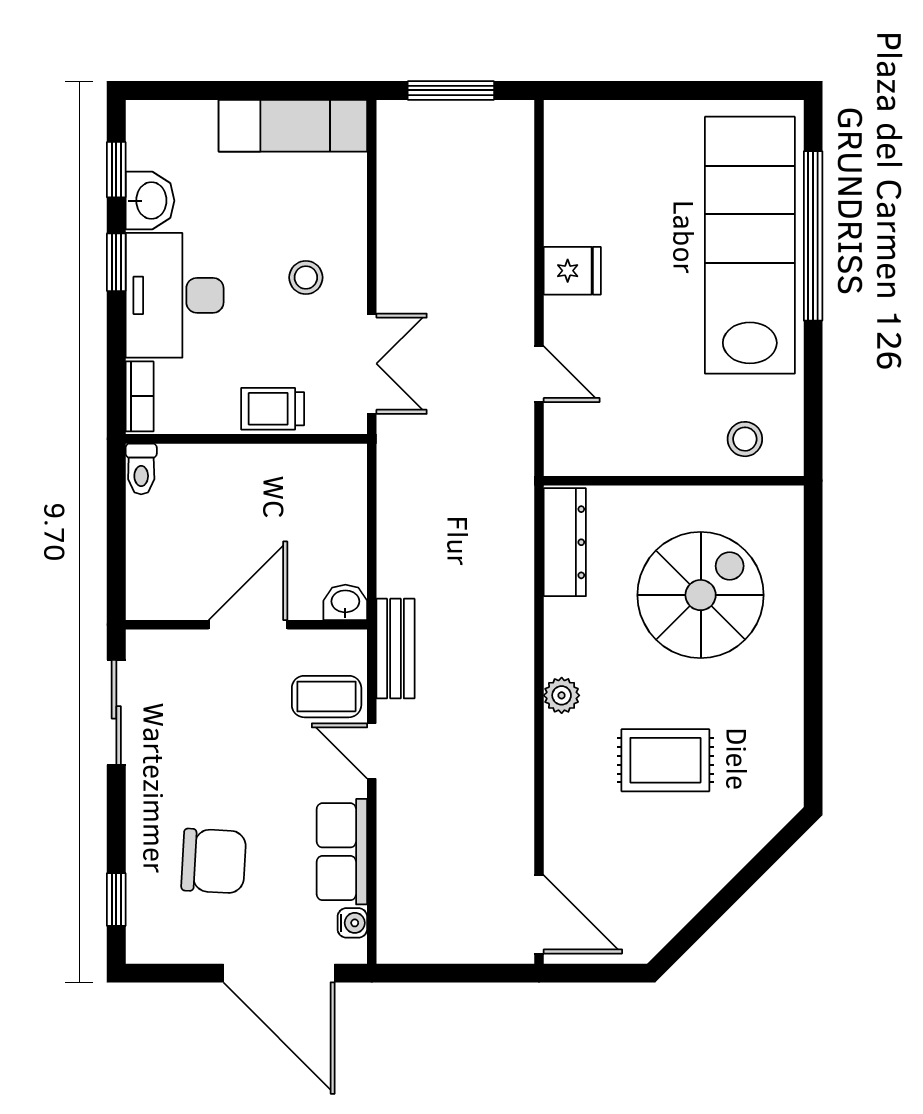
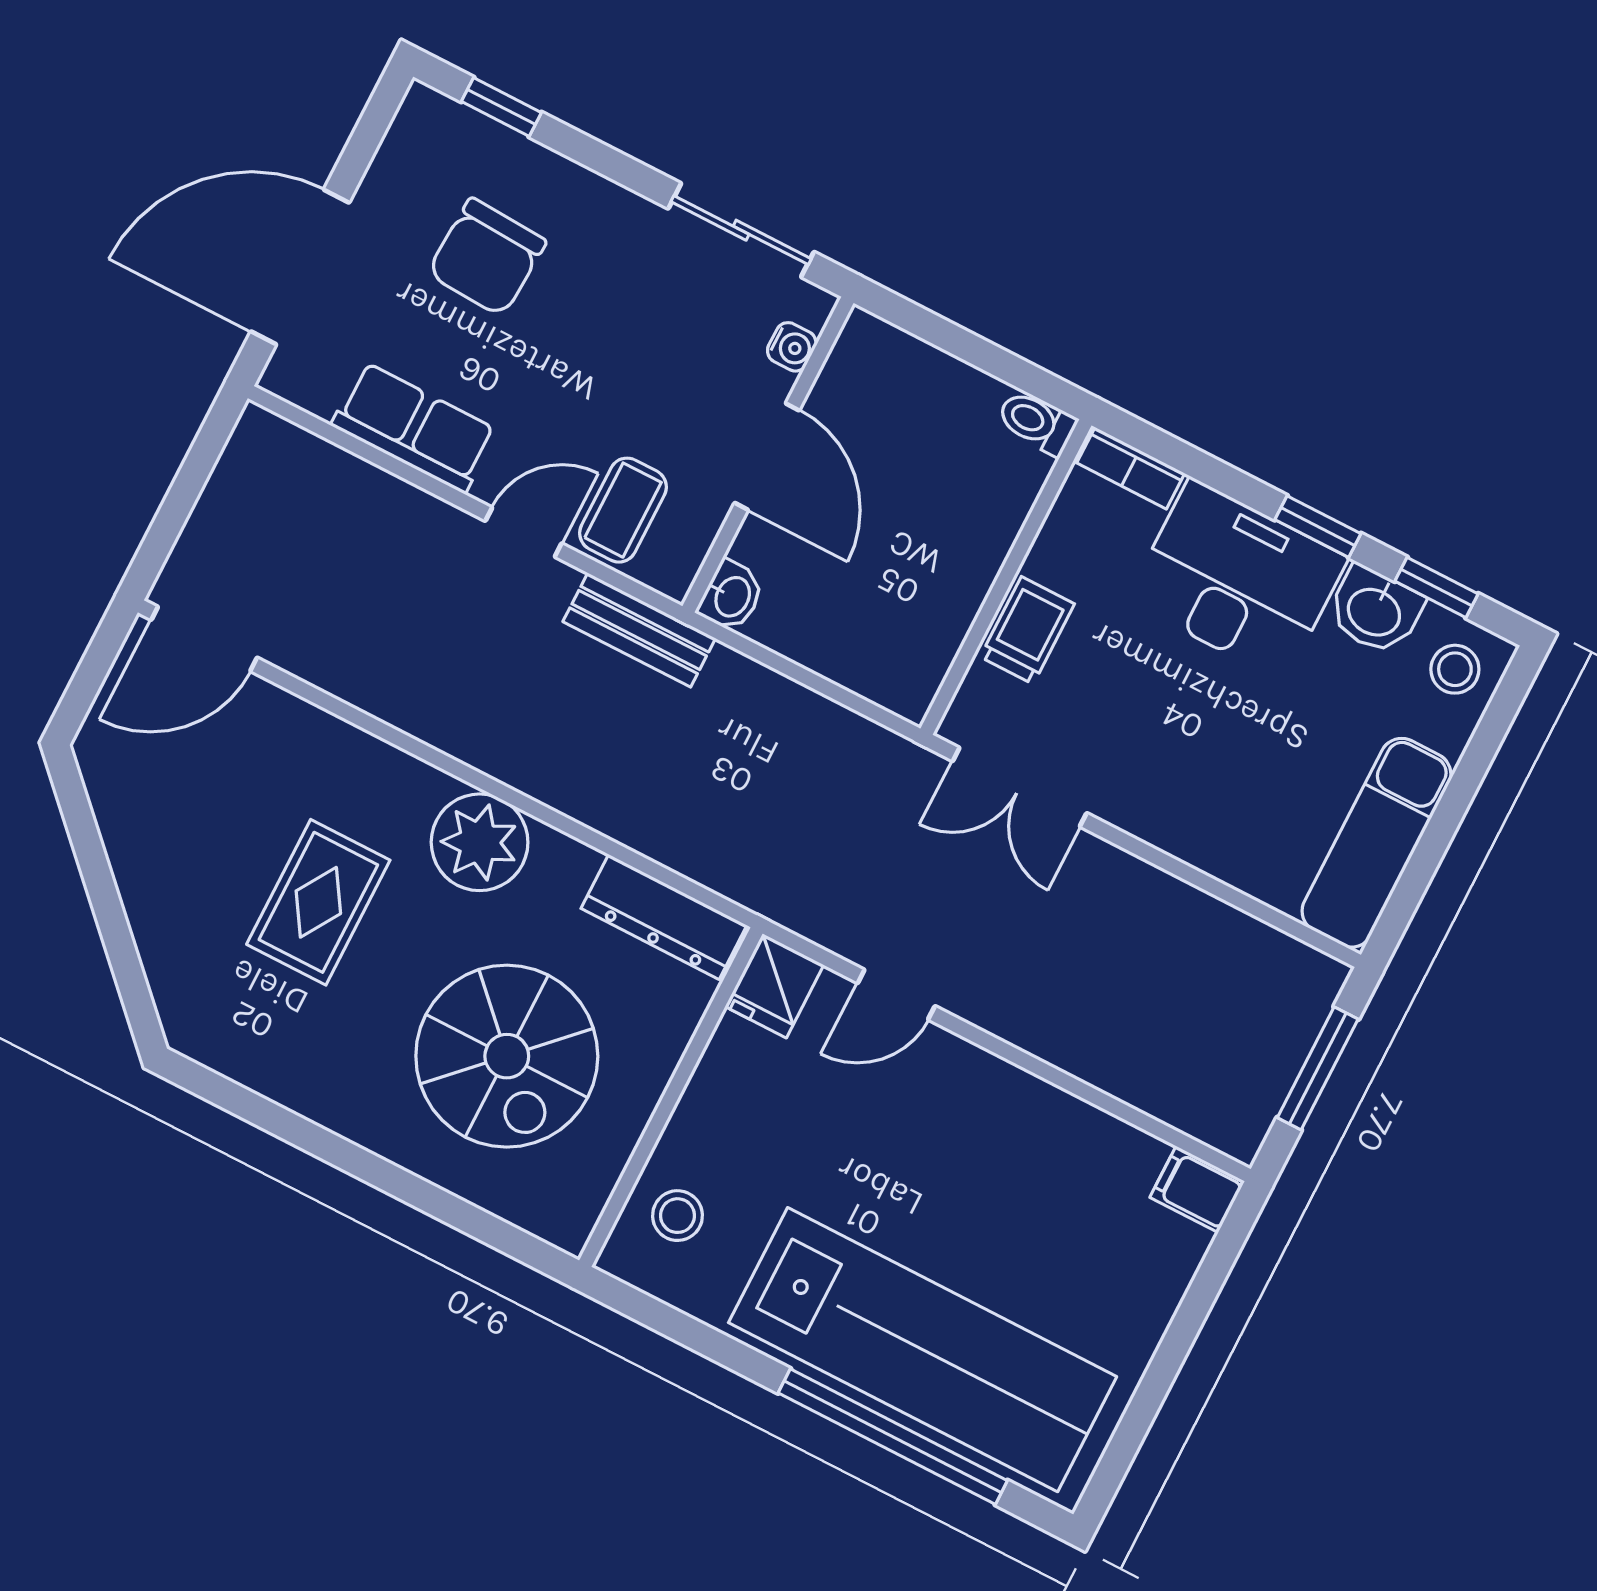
filing cabinet: (564, 127) -> (1197, 1189), added
fridge: (572, 271) -> (774, 986), moved
stool: (306, 277) -> (1455, 669), moved
plant: (562, 695) -> (480, 842), width x1.88, depth x1.88
water cooler: (352, 923) -> (792, 347), moved, turned -90

